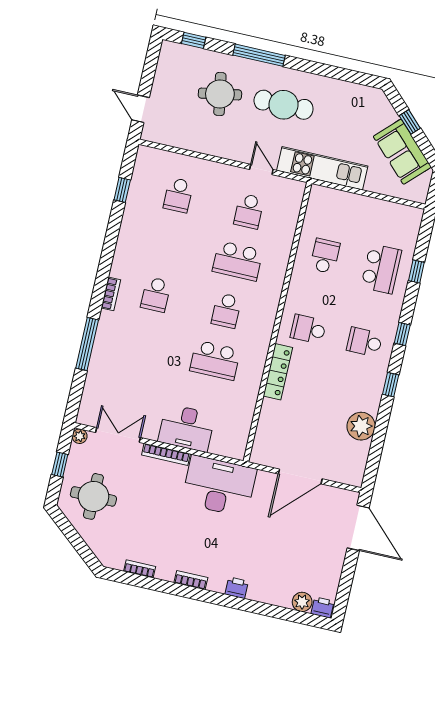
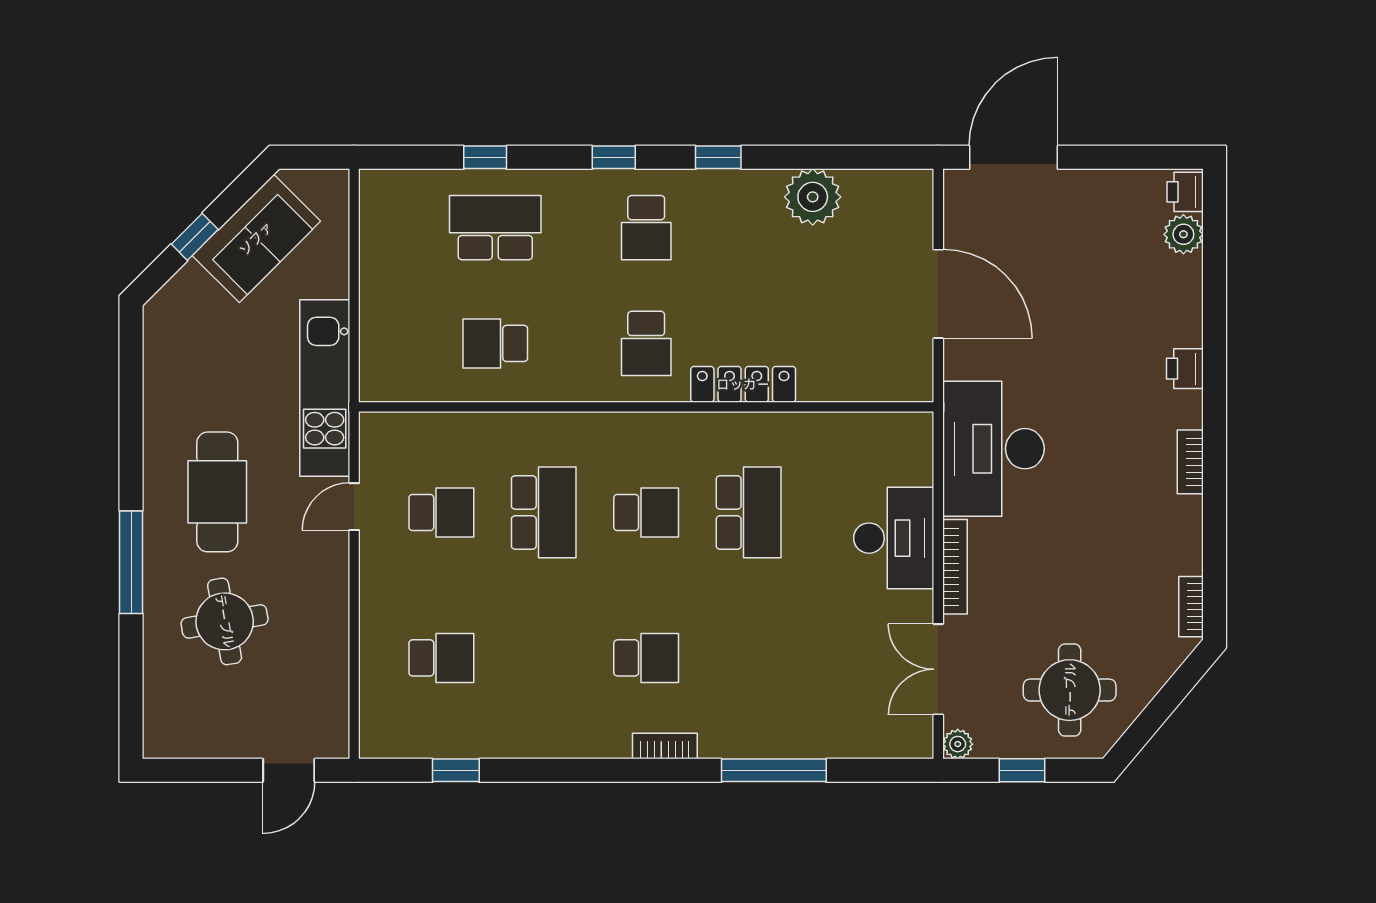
window: (194, 40) -> (131, 697), removed
bookcase: (140, 569) -> (1191, 607), moved

